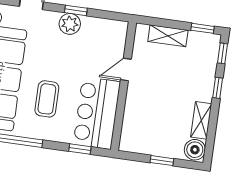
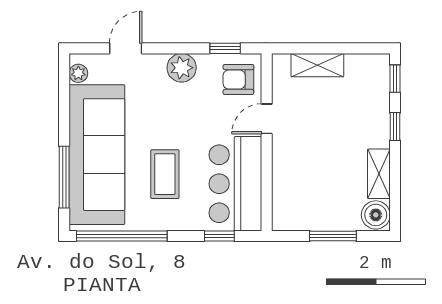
window: (76, 10) -> (225, 48), moved
window: (203, 28) -> (363, 48), removed
armchair: (109, 38) -> (238, 80), added
window: (162, 161) -> (333, 236), width x1.50

